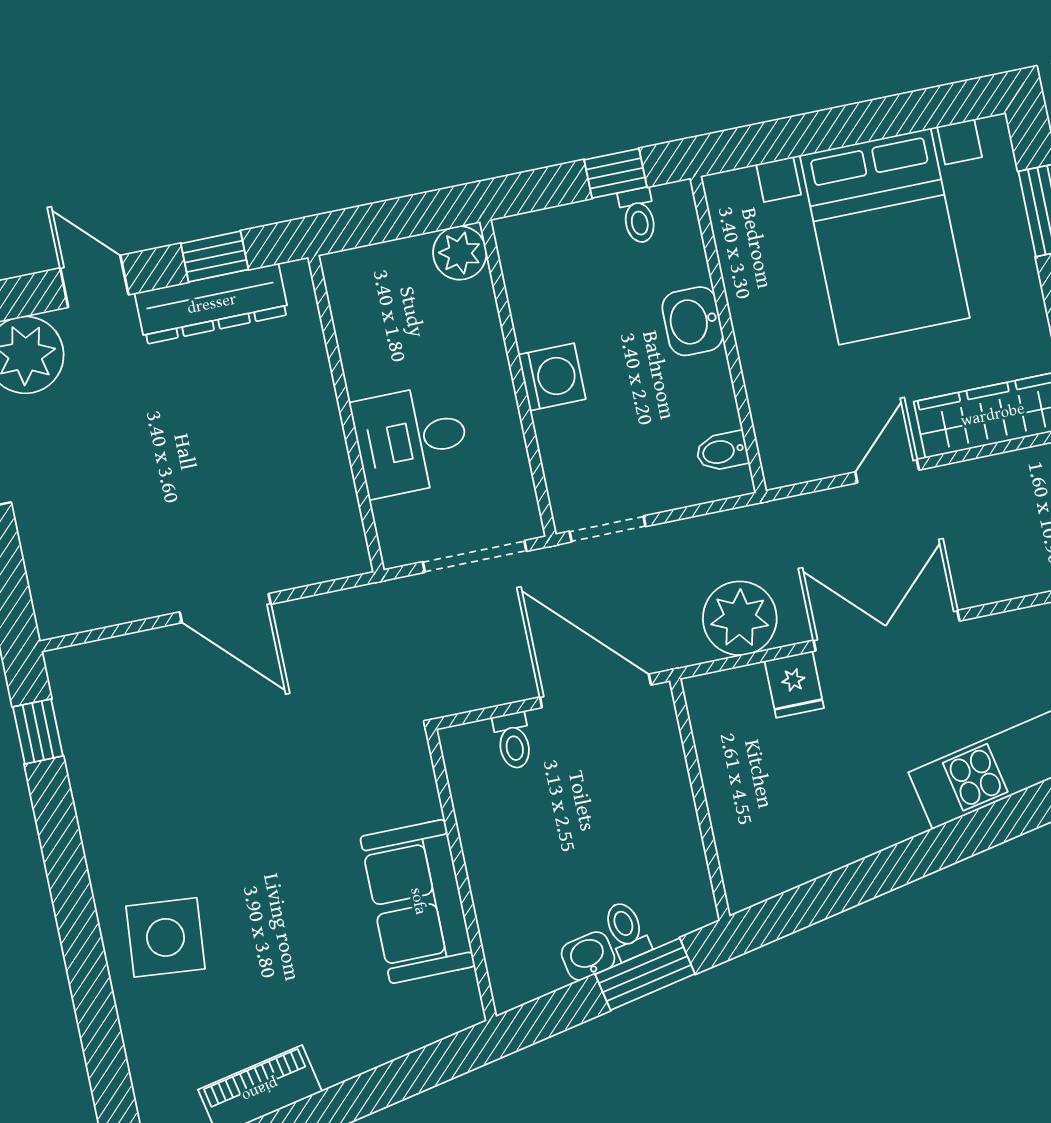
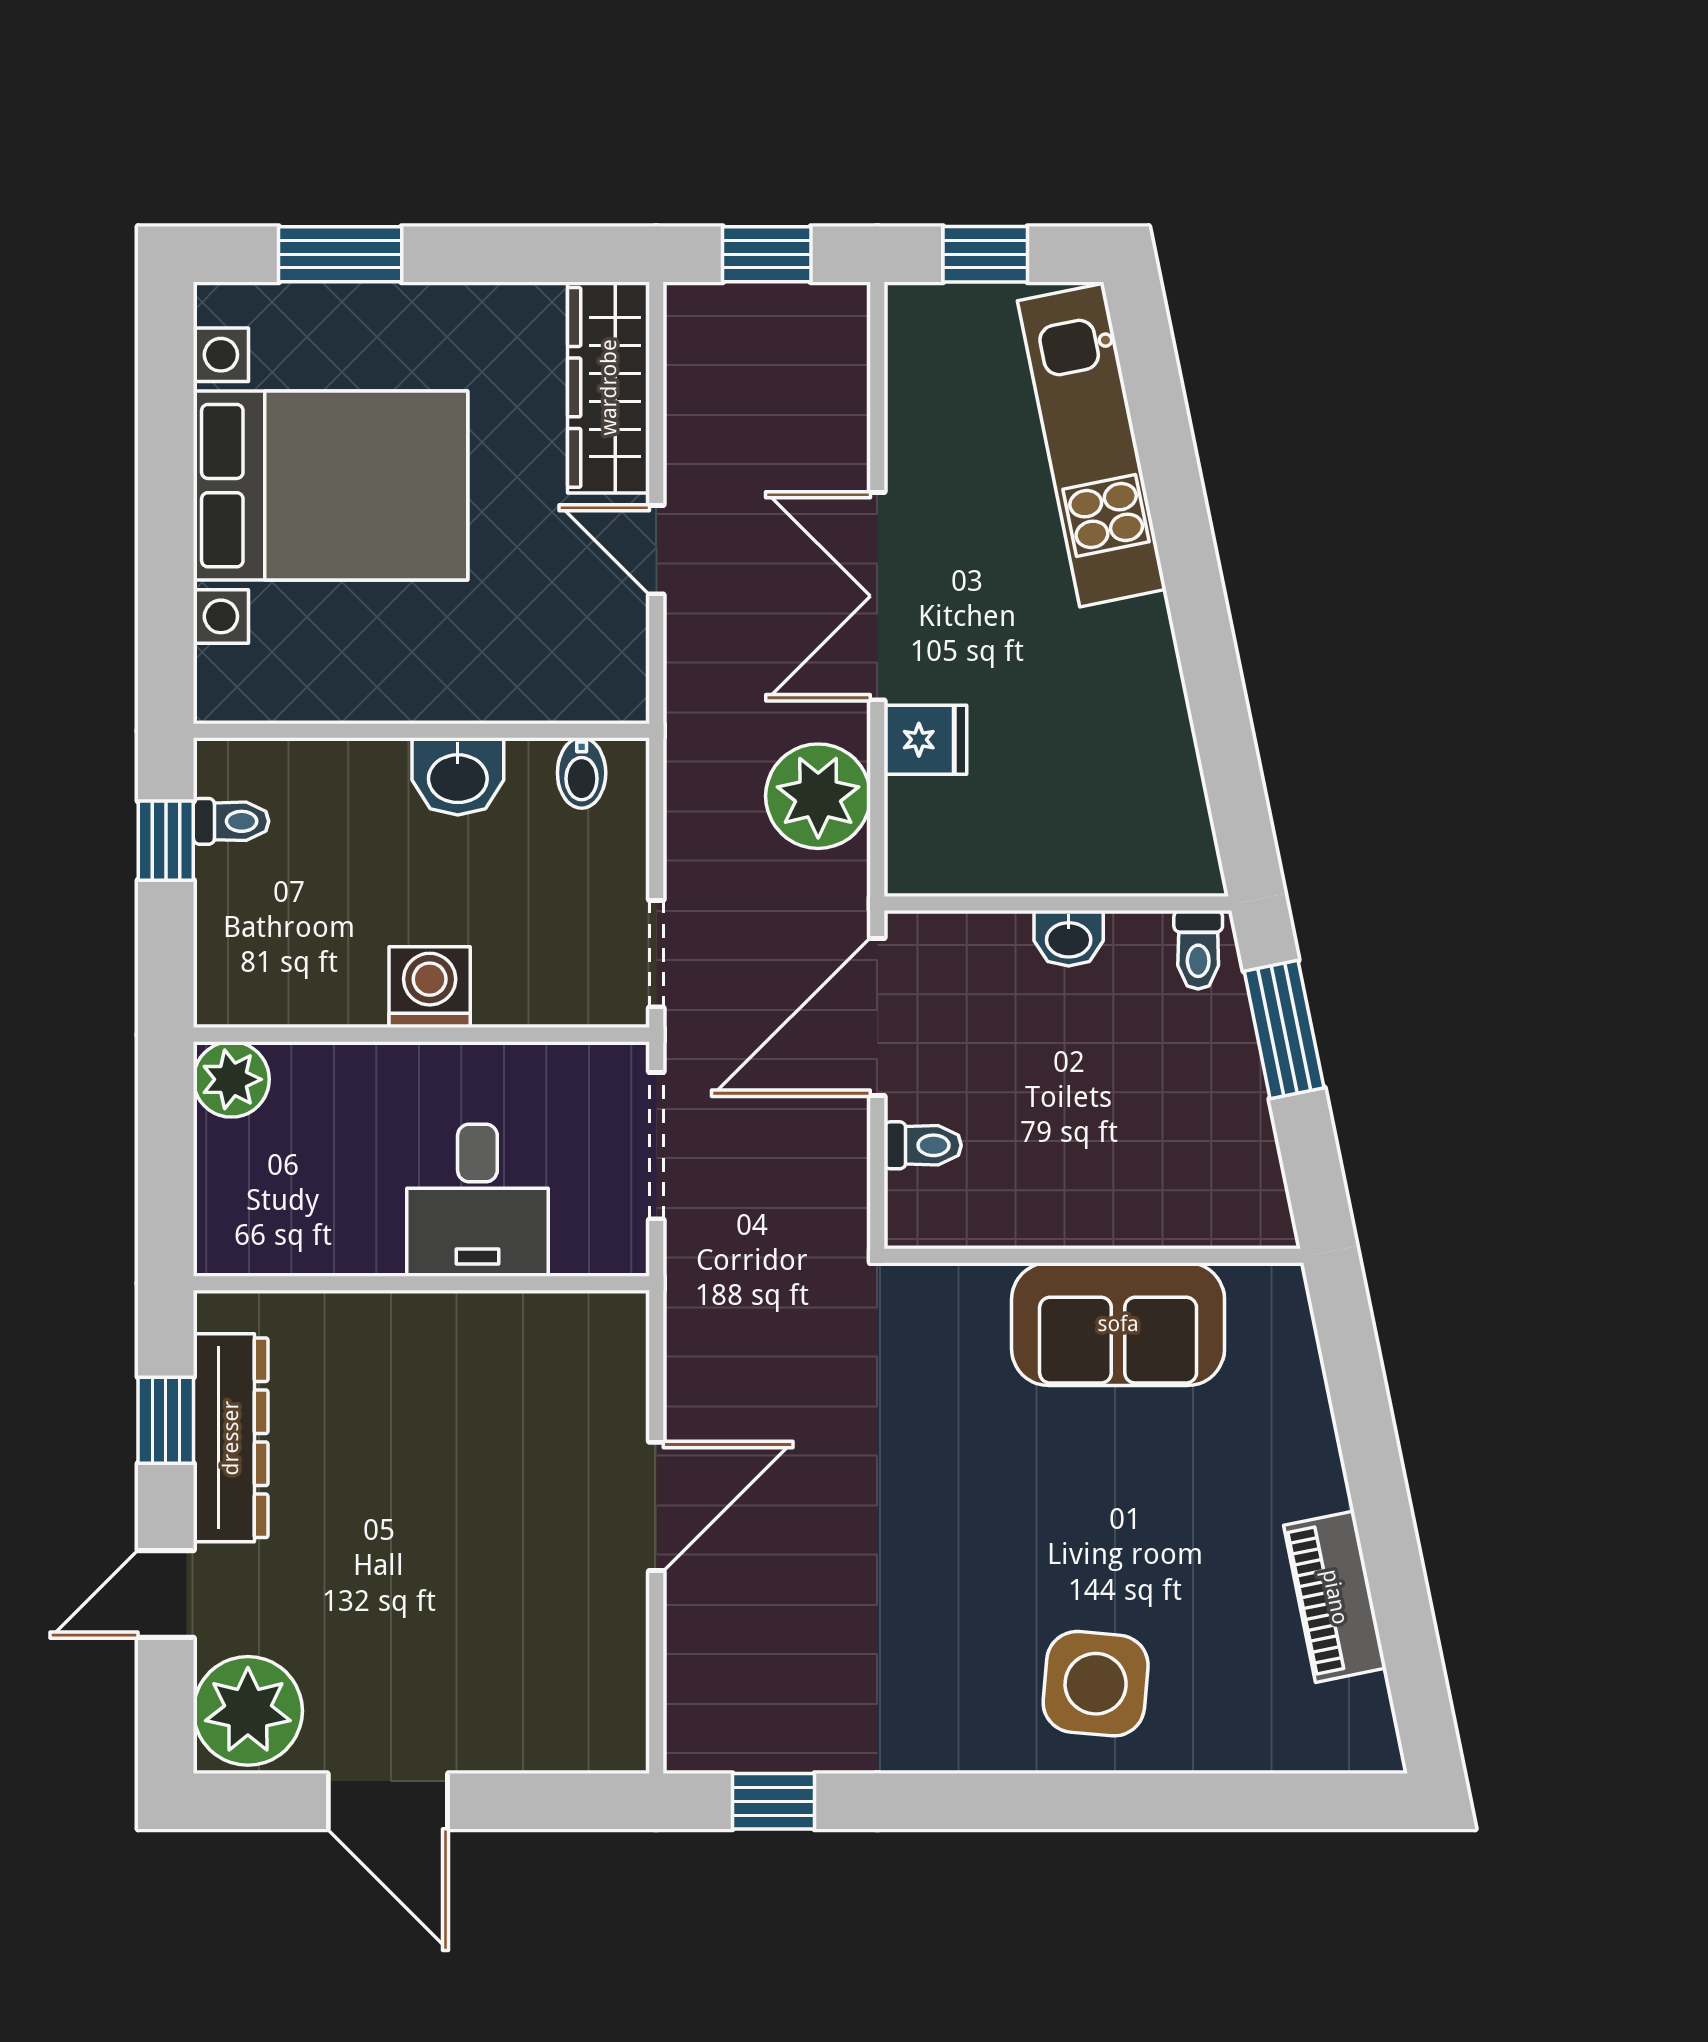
washbasin: (693, 321) -> (458, 776), moved
toilet: (626, 931) -> (1198, 950), moved, turned -78
washbasin: (588, 956) -> (1069, 938), moved, turned -78

